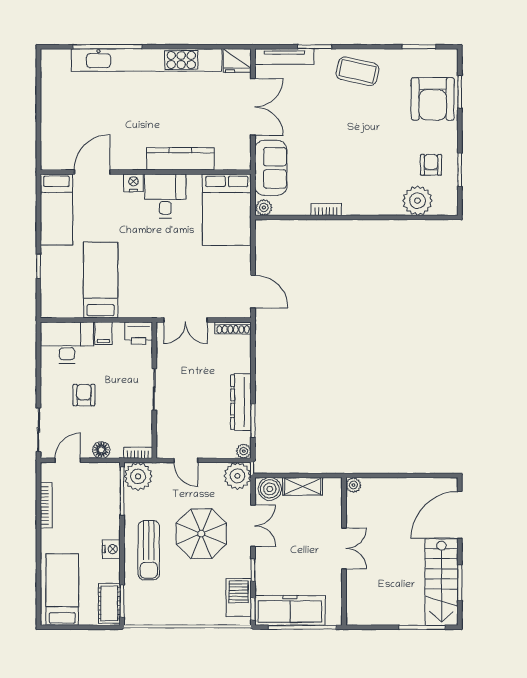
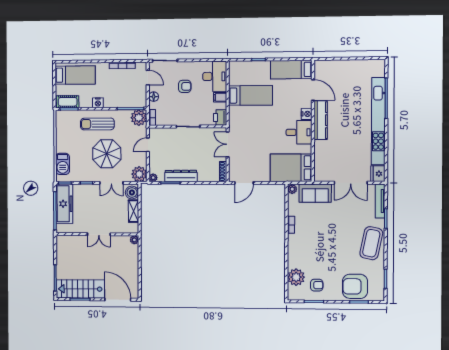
coffee table: (357, 71) -> (371, 243), width x1.36, depth x1.32
kitchen counter: (180, 159) -> (321, 120), moved
barbecue: (239, 598) -> (63, 164), moved, turned 90

